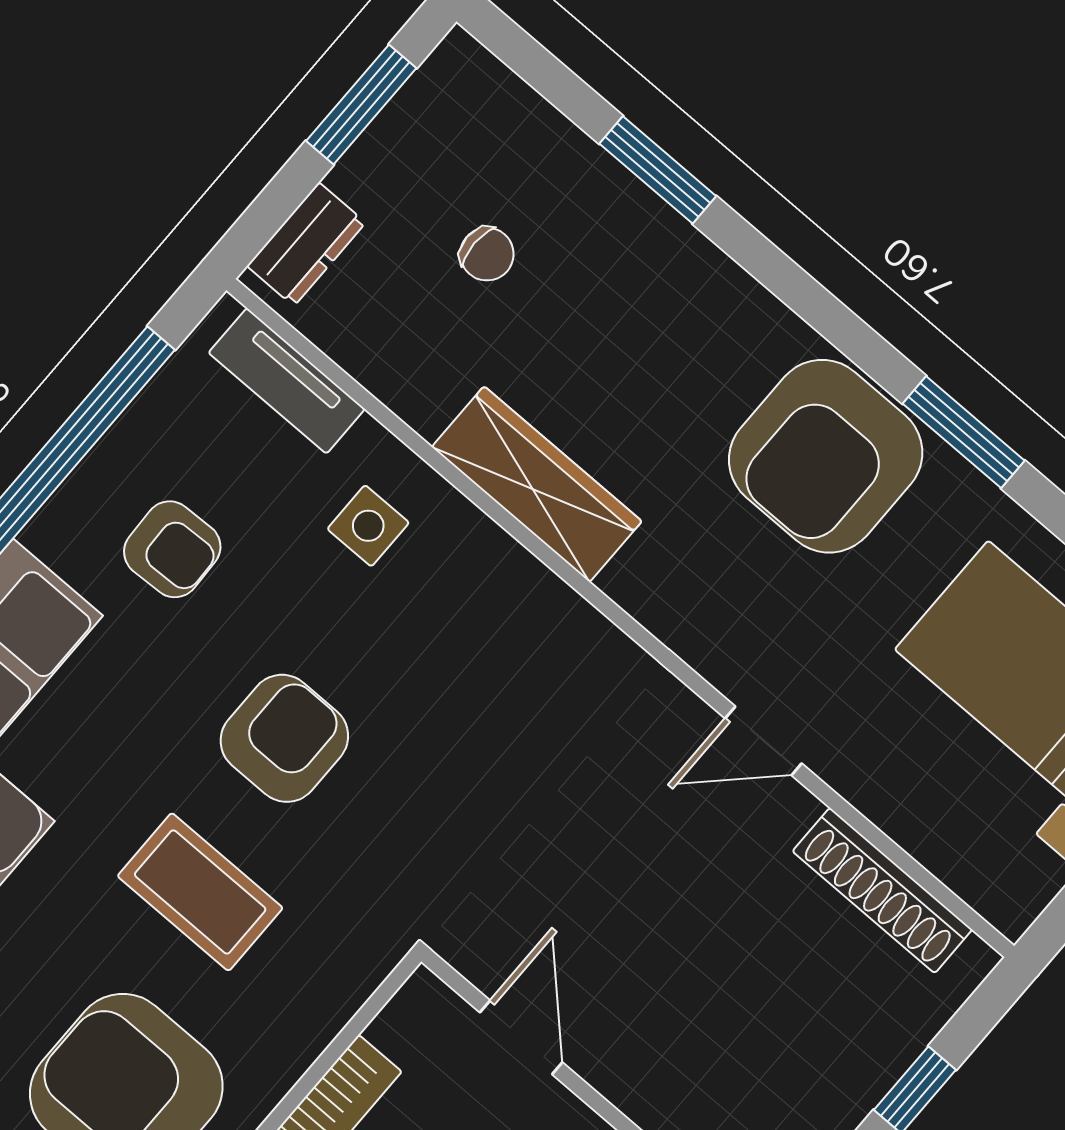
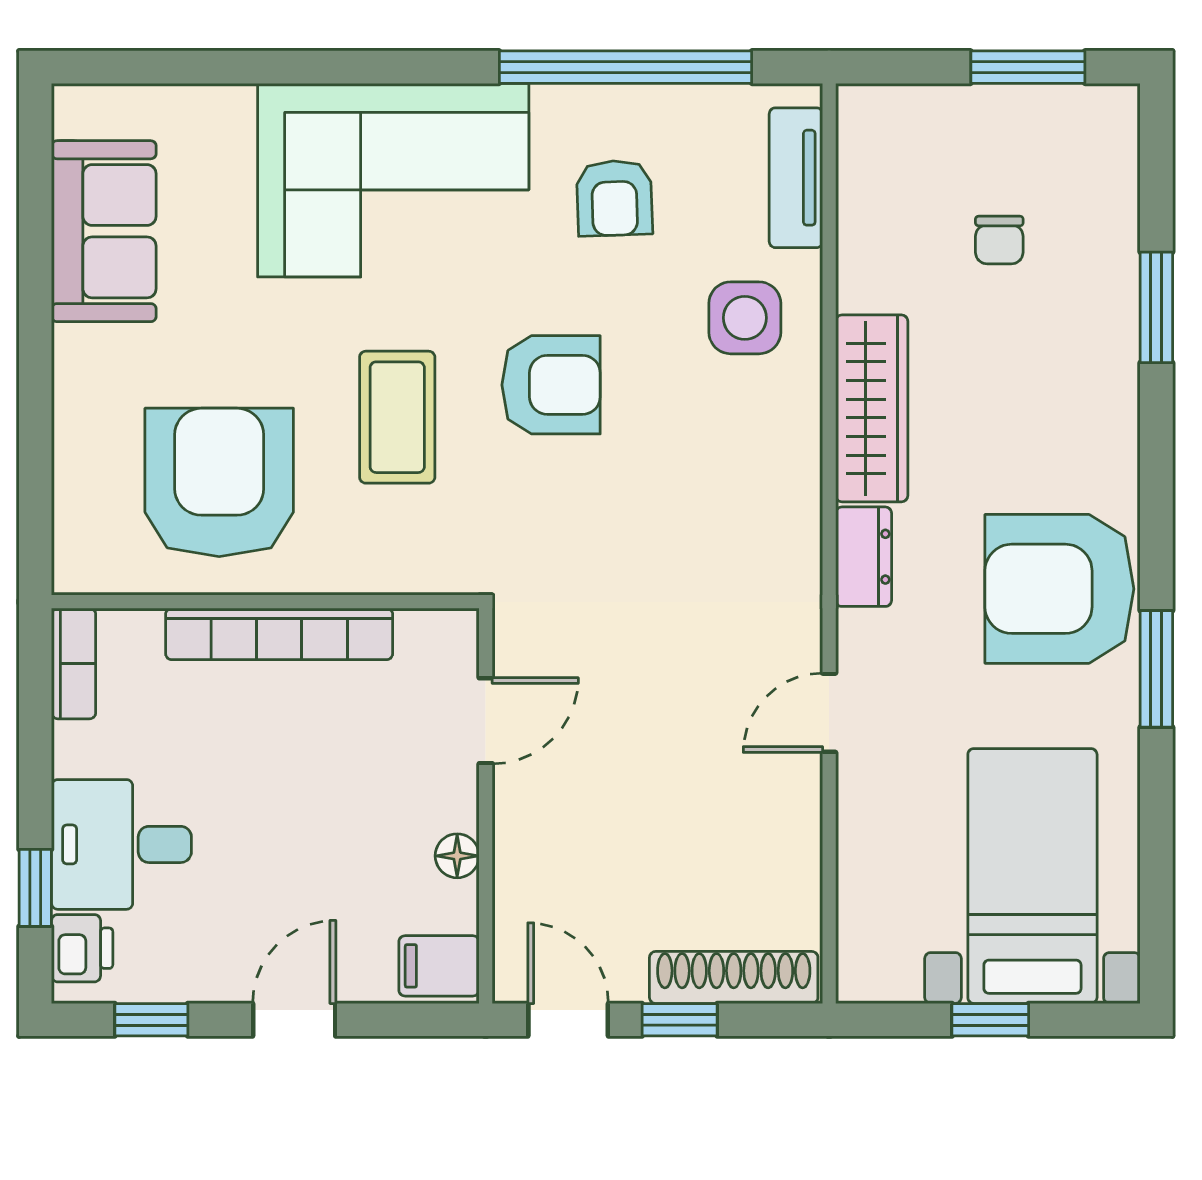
dresser: (306, 244) -> (864, 557), moved, turned -90
side table: (368, 526) -> (745, 318), width x1.37, depth x1.37
door: (763, 741) -> (829, 713), hinge flipped
shoe rack: (882, 890) -> (734, 977), moved, turned 90

